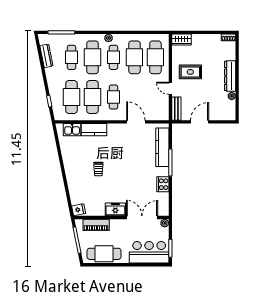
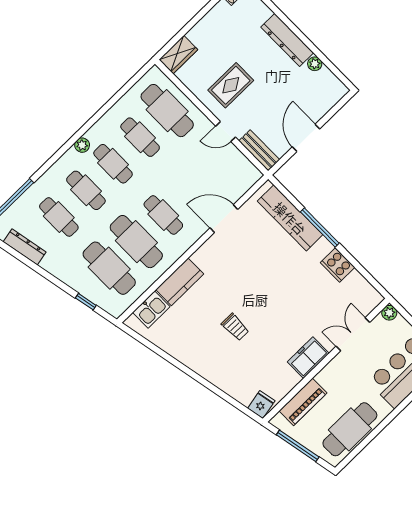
cafe table: (92, 57) -> (86, 190), width x0.73, depth x0.74
cafe table: (134, 57) -> (140, 137), width x0.73, depth x0.74
double door: (142, 217) -> (353, 334), width x0.73

